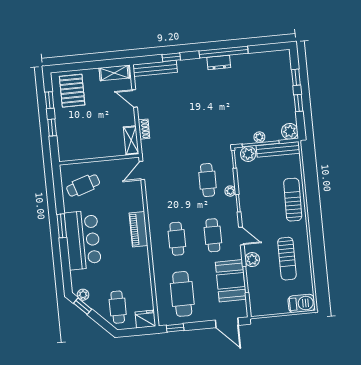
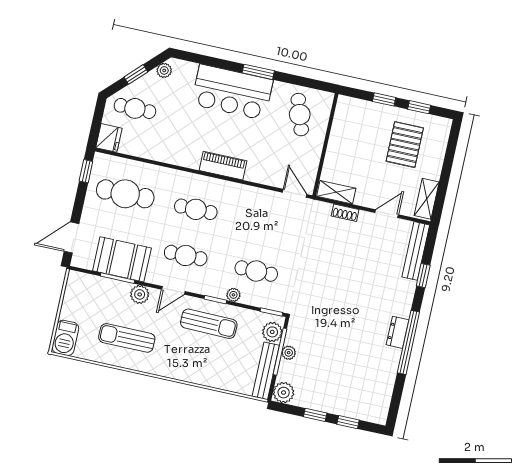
pallet: (72, 91) -> (405, 145), moved, turned 90
sun lounger: (293, 200) -> (209, 324), moved
window: (83, 306) -> (136, 74), moved

